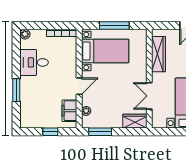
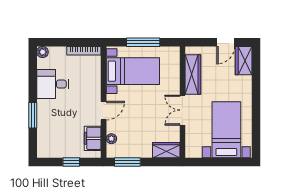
double door: (149, 96) -> (182, 110), moved

